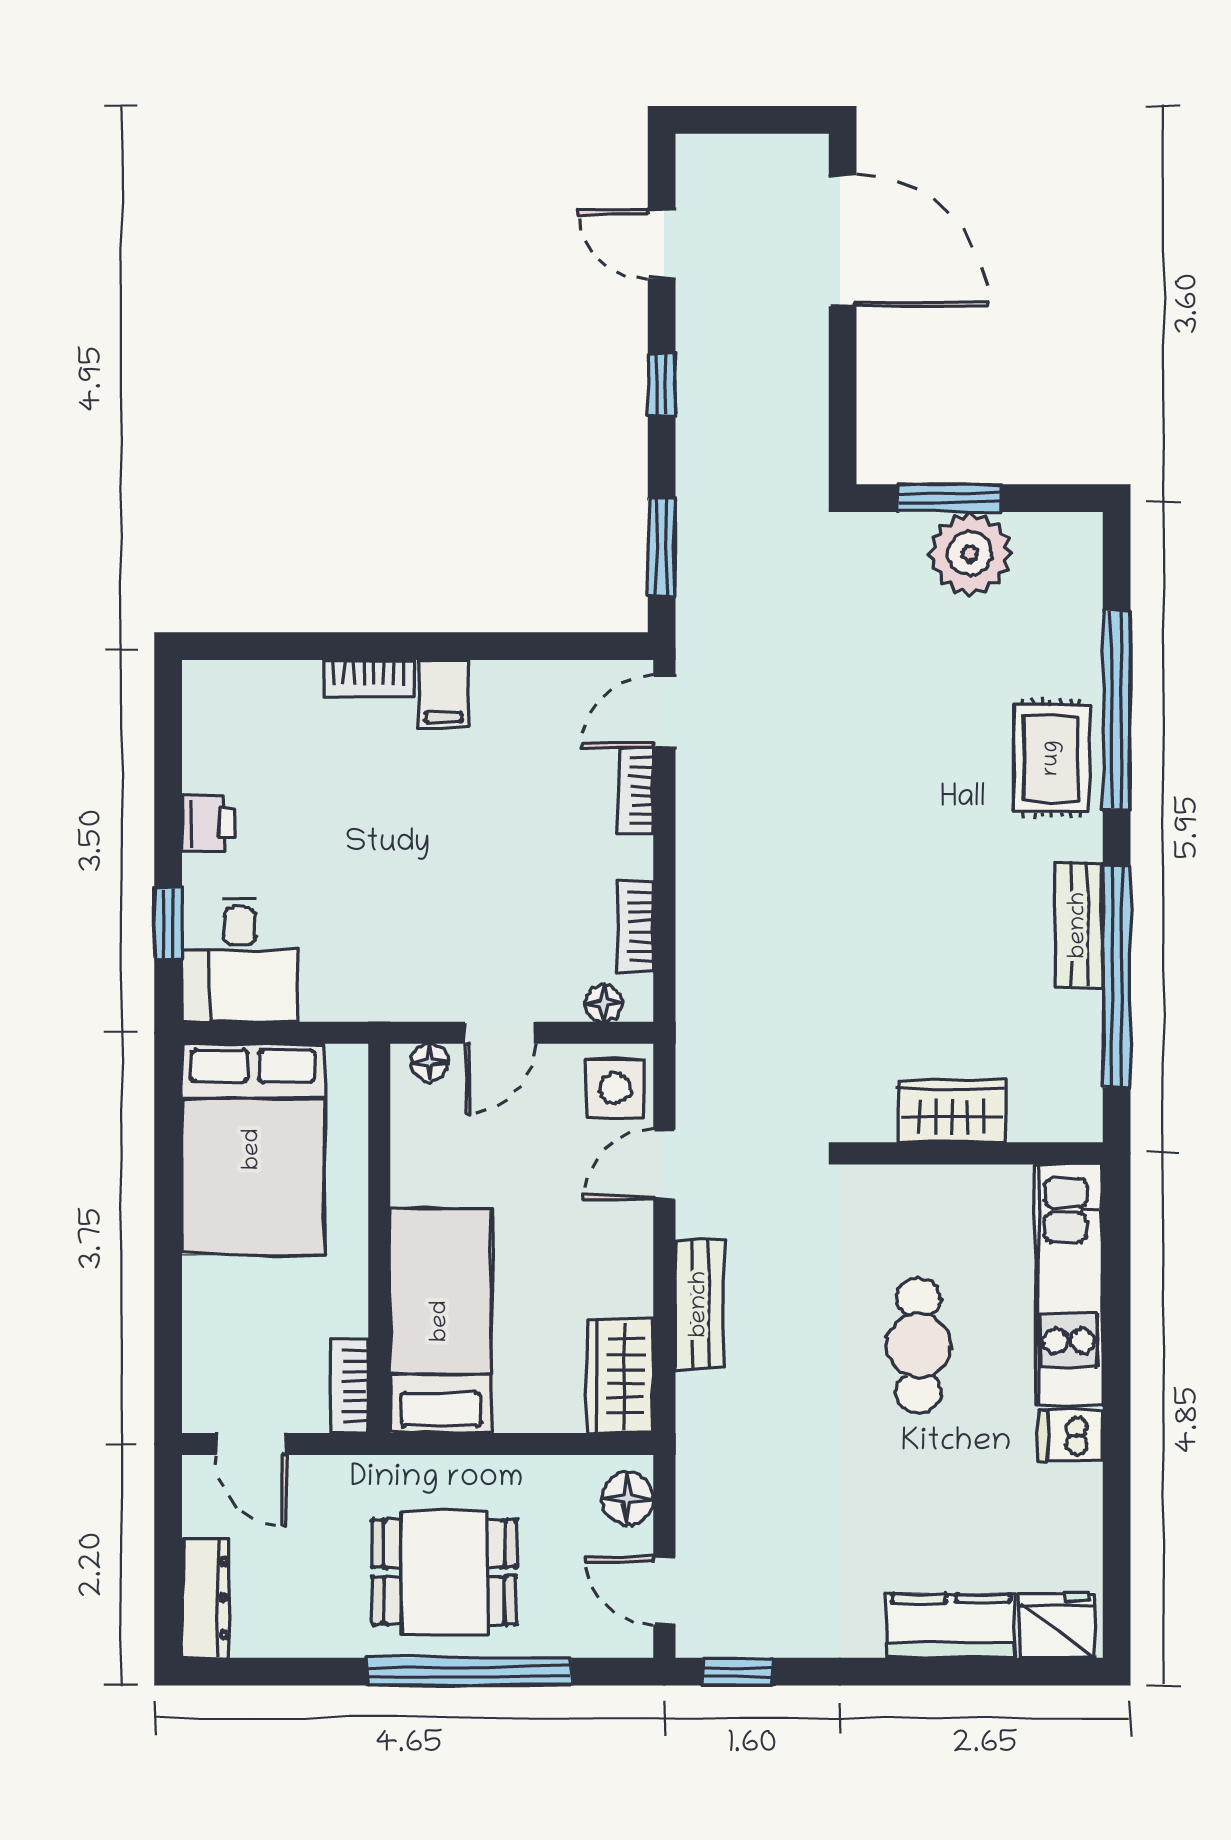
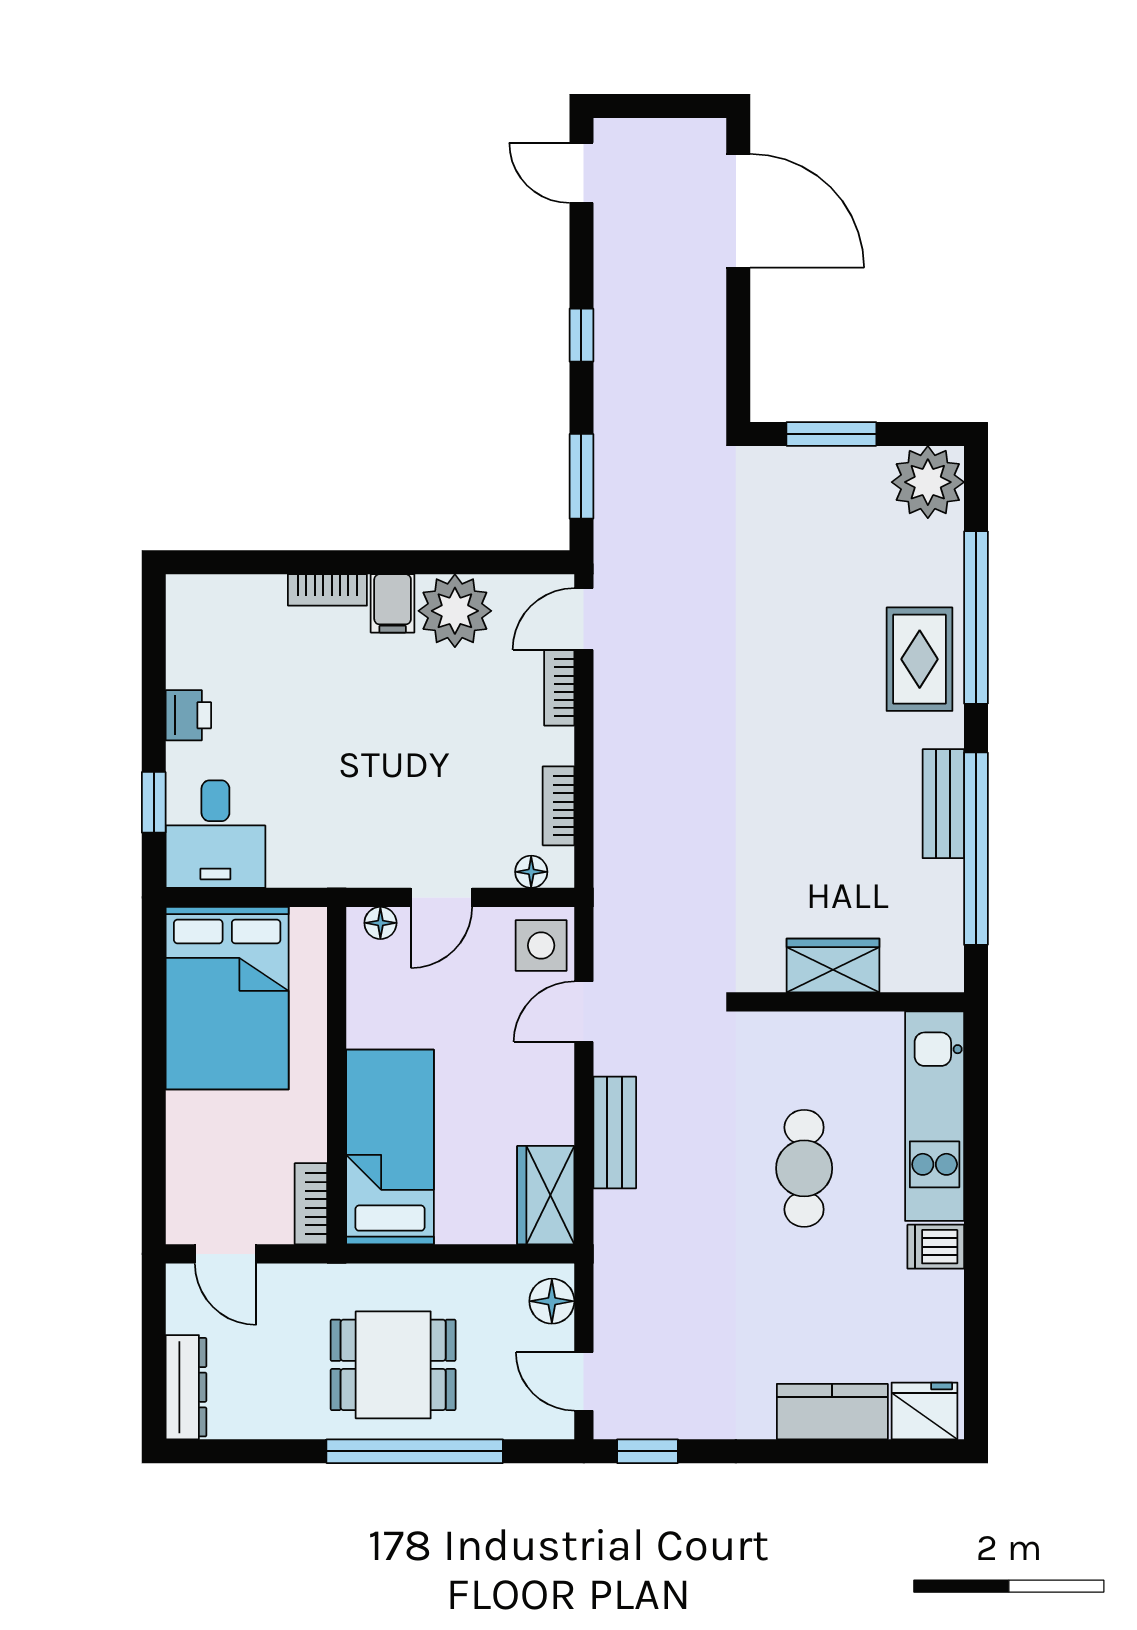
door: (662, 244) -> (581, 173), moved
plant: (970, 554) -> (928, 482), moved
plant: (516, 702) -> (455, 611), added

